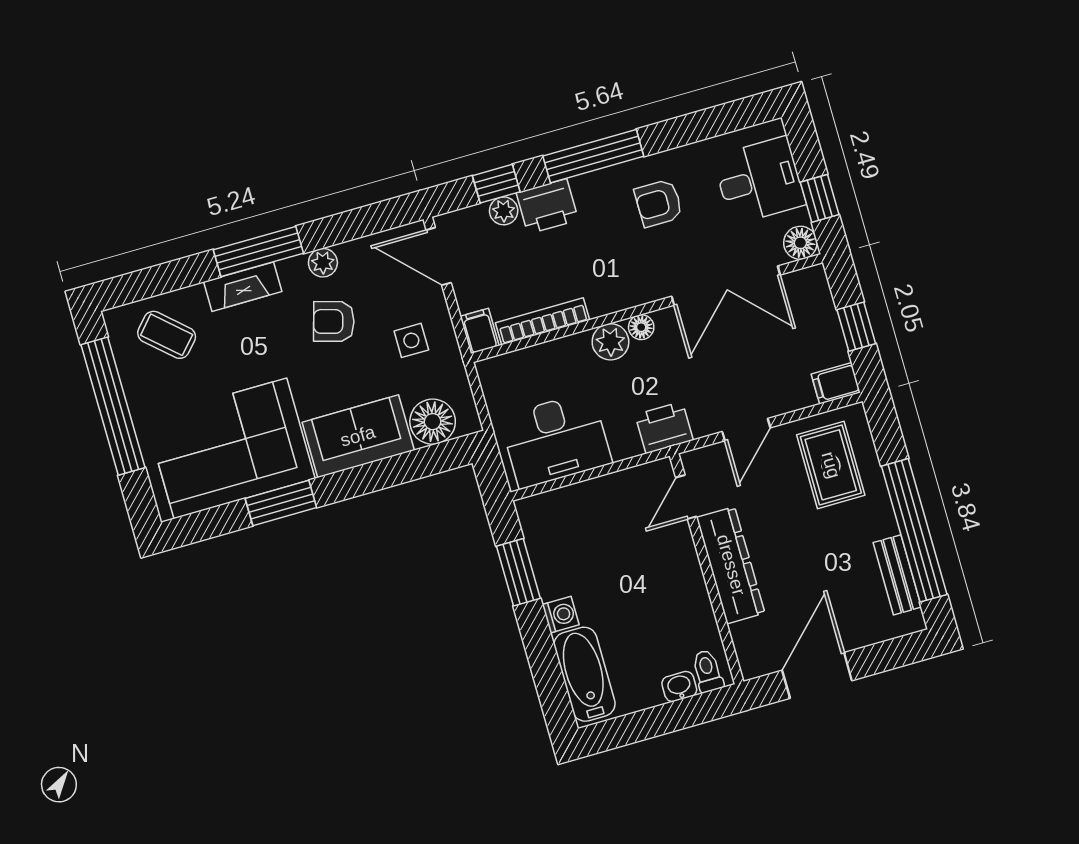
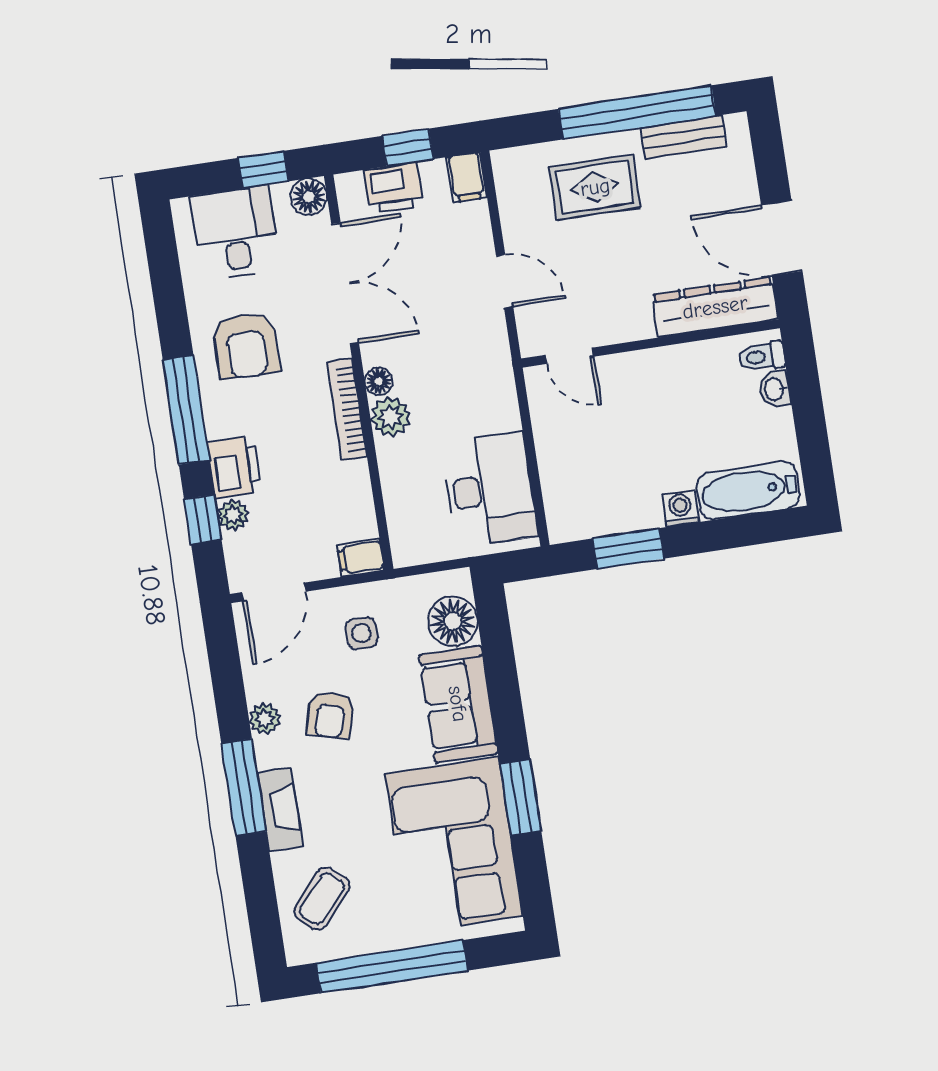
armchair: (659, 203) -> (246, 345), width x1.38, depth x1.38
bookcase: (543, 321) -> (347, 410), moved
printer: (664, 427) -> (393, 188), moved, turned -90
rug: (831, 465) -> (595, 187), moved
dresser: (731, 565) -> (715, 307), moved

